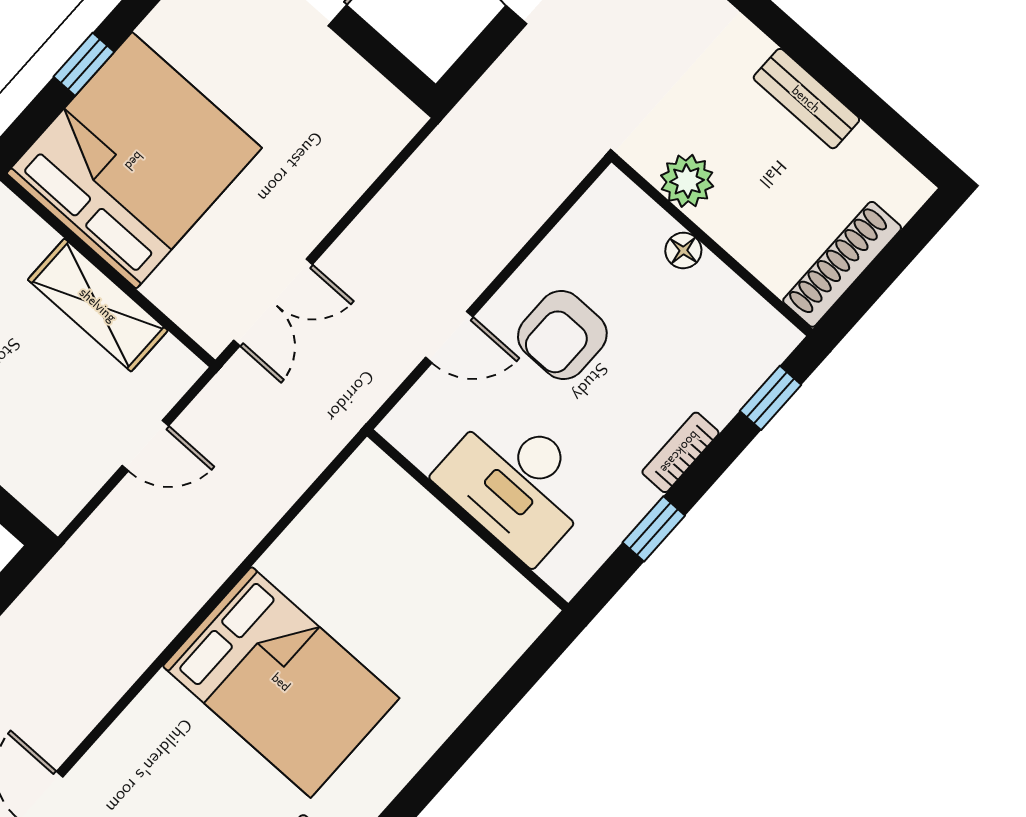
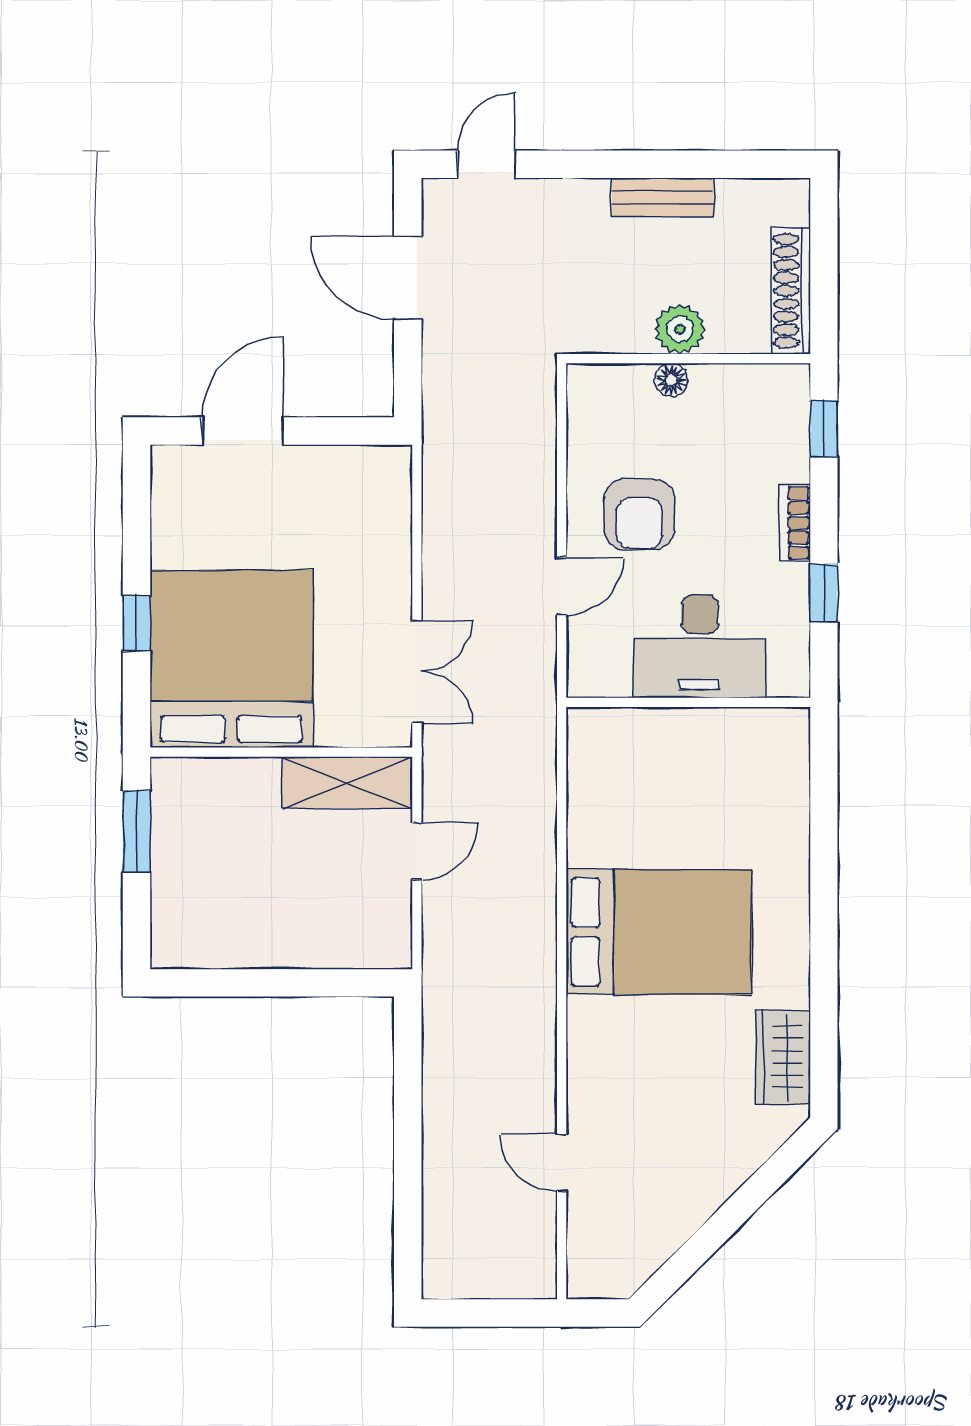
plant: (687, 181) -> (680, 329), moved
shelving: (98, 305) -> (347, 783), moved

